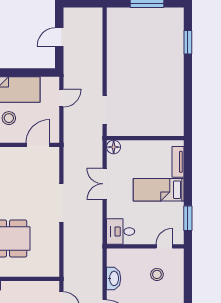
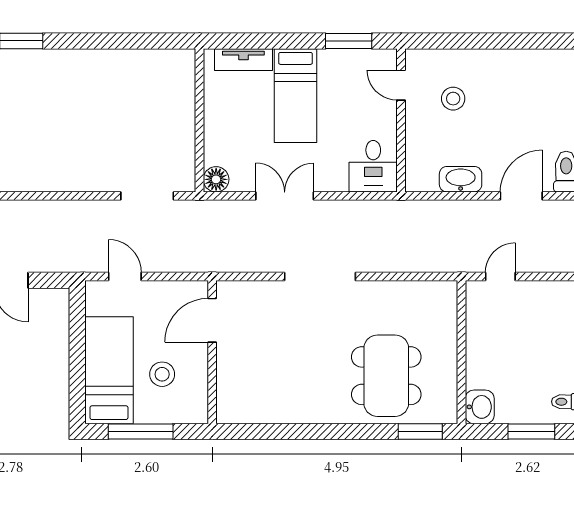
door: (38, 145) -> (212, 320), hinge flipped
double door: (105, 184) -> (285, 196), swing flipped

